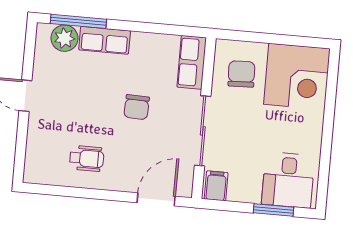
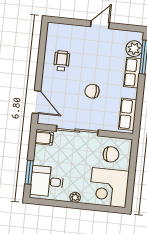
row of seats: (192, 62) -> (128, 114), moved, turned -90
plant: (314, 133) -> (75, 197), added
wheelchair: (87, 158) -> (62, 61), turned 180

